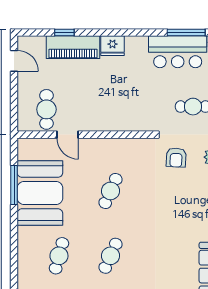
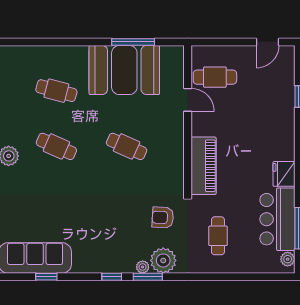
fridge: (112, 46) -> (284, 174), moved
piano: (73, 47) -> (204, 166), moved, turned 180
door: (67, 135) -> (188, 100), swing flipped

